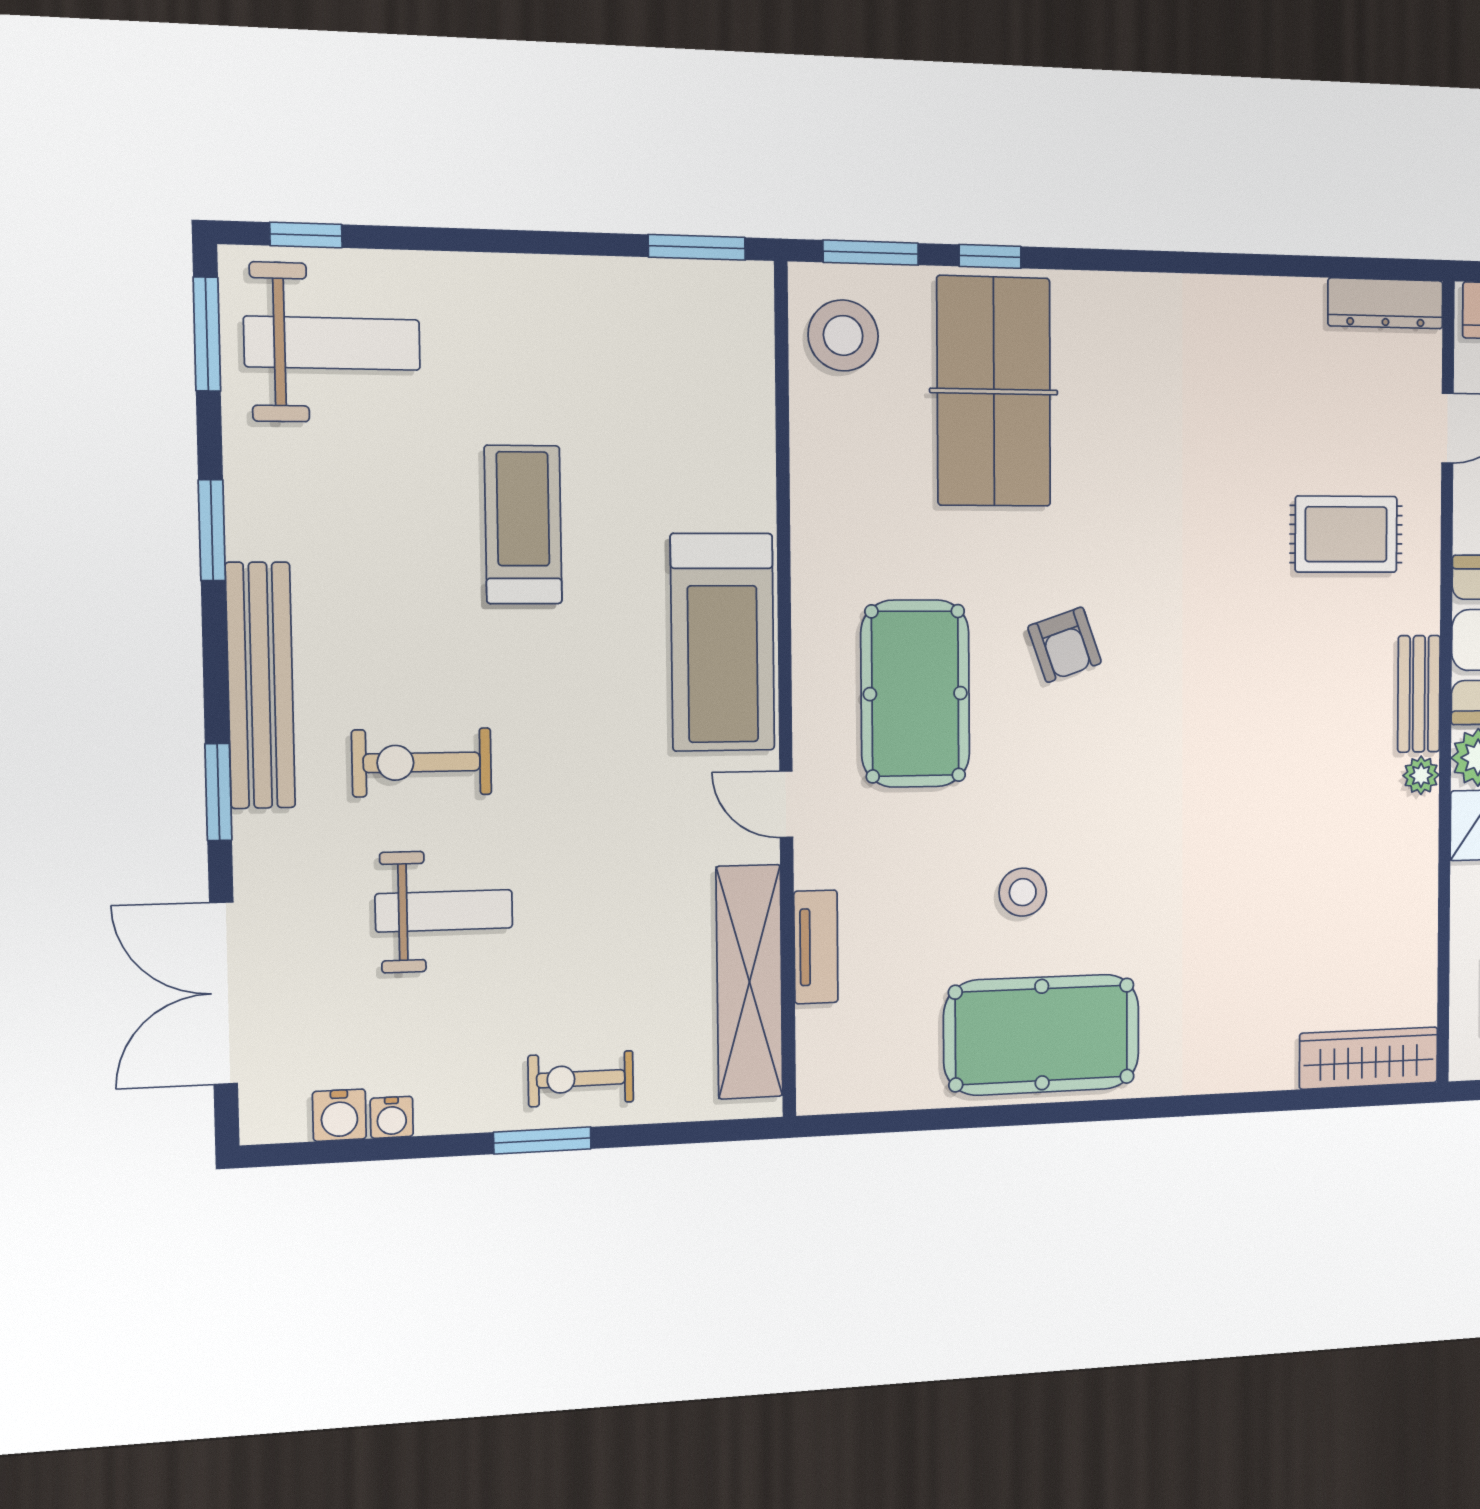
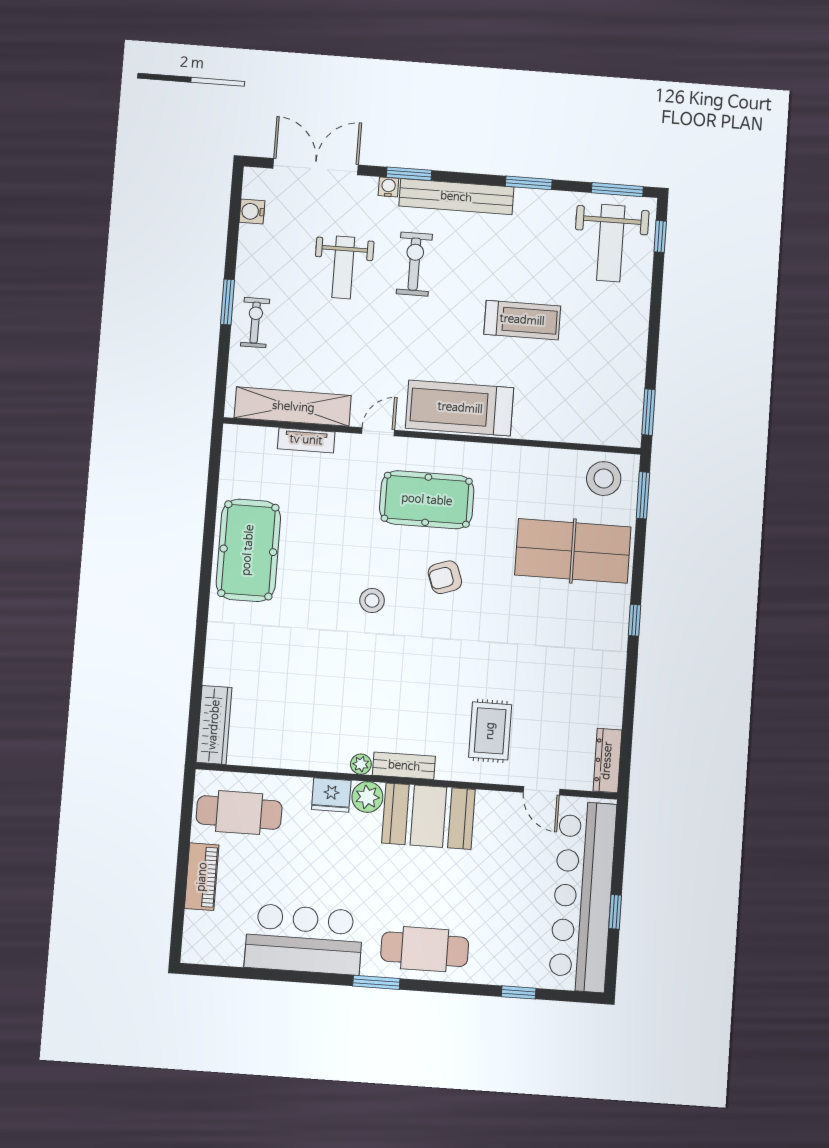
window: (990, 256) -> (635, 620), moved
stool: (1023, 892) -> (372, 601), moved
water cooler: (392, 1117) -> (388, 187), moved, turned 90

